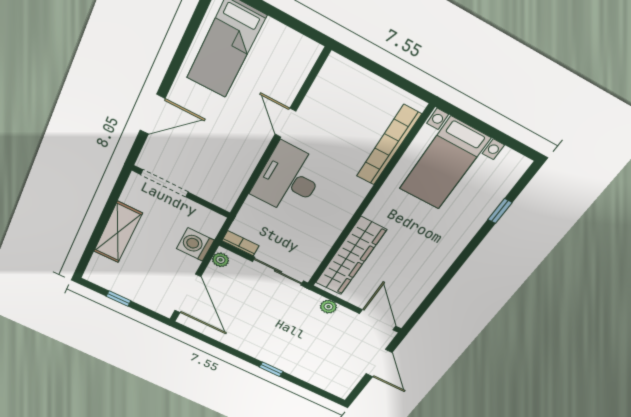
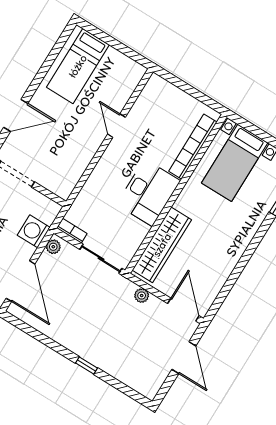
desk: (288, 179) -> (148, 193), moved, turned 180

